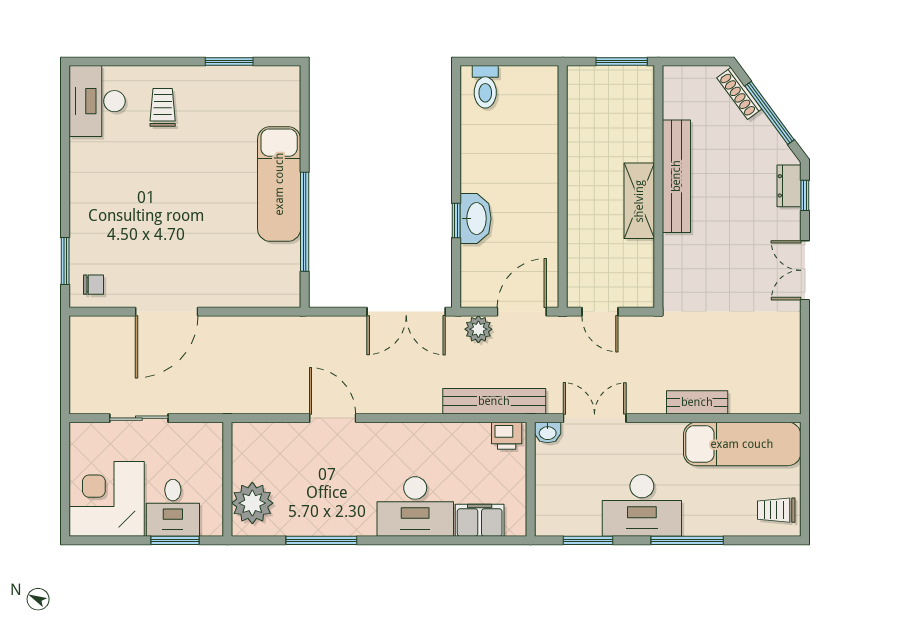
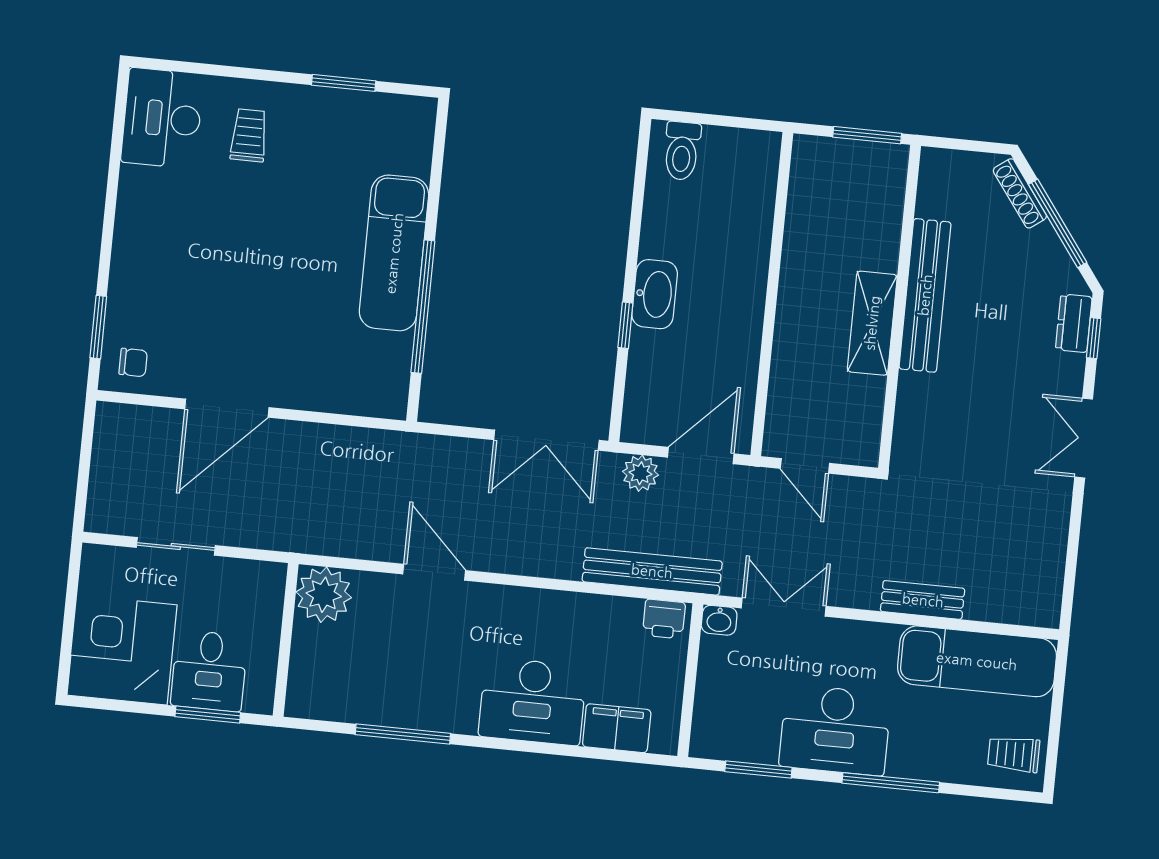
washbasin: (476, 218) -> (655, 294), moved
plant: (252, 503) -> (324, 595), moved

